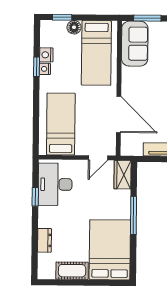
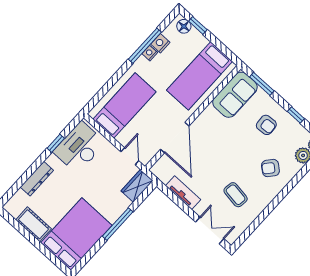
floor lamp: (74, 27) -> (184, 26), moved
window: (37, 67) -> (145, 46), width x2.17
door: (98, 158) -> (130, 156), swing flipped
dresser: (45, 240) -> (37, 179), width x1.44

